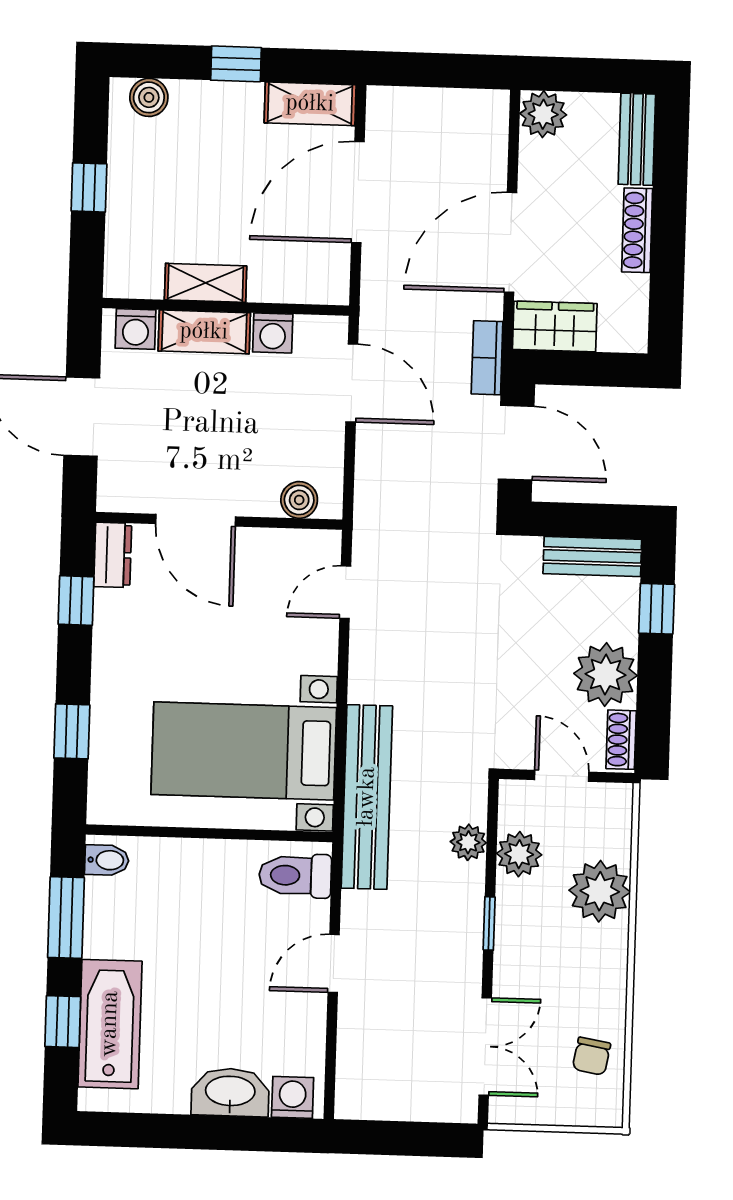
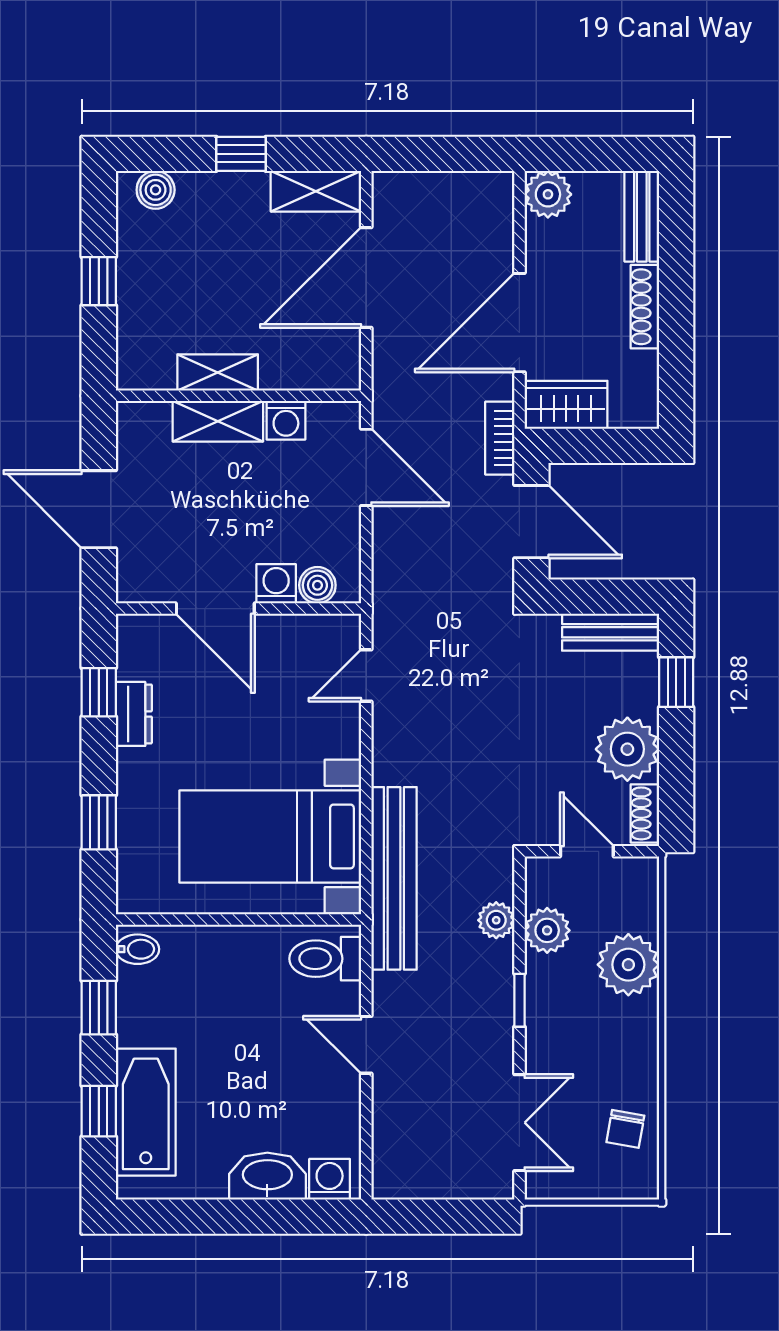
washing machine: (136, 329) -> (276, 584), moved, turned 180
dresser: (113, 555) -> (134, 714), moved
window: (66, 918) -> (99, 1008), width x0.67
door: (334, 963) -> (366, 1045), hinge flipped

